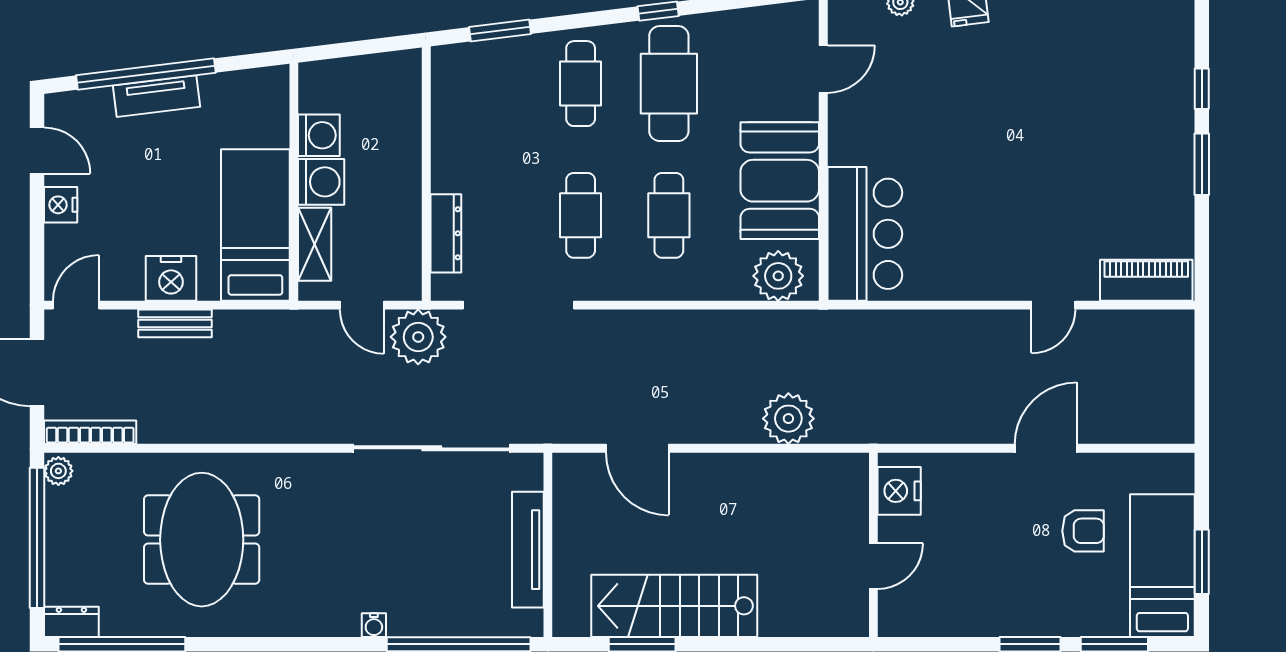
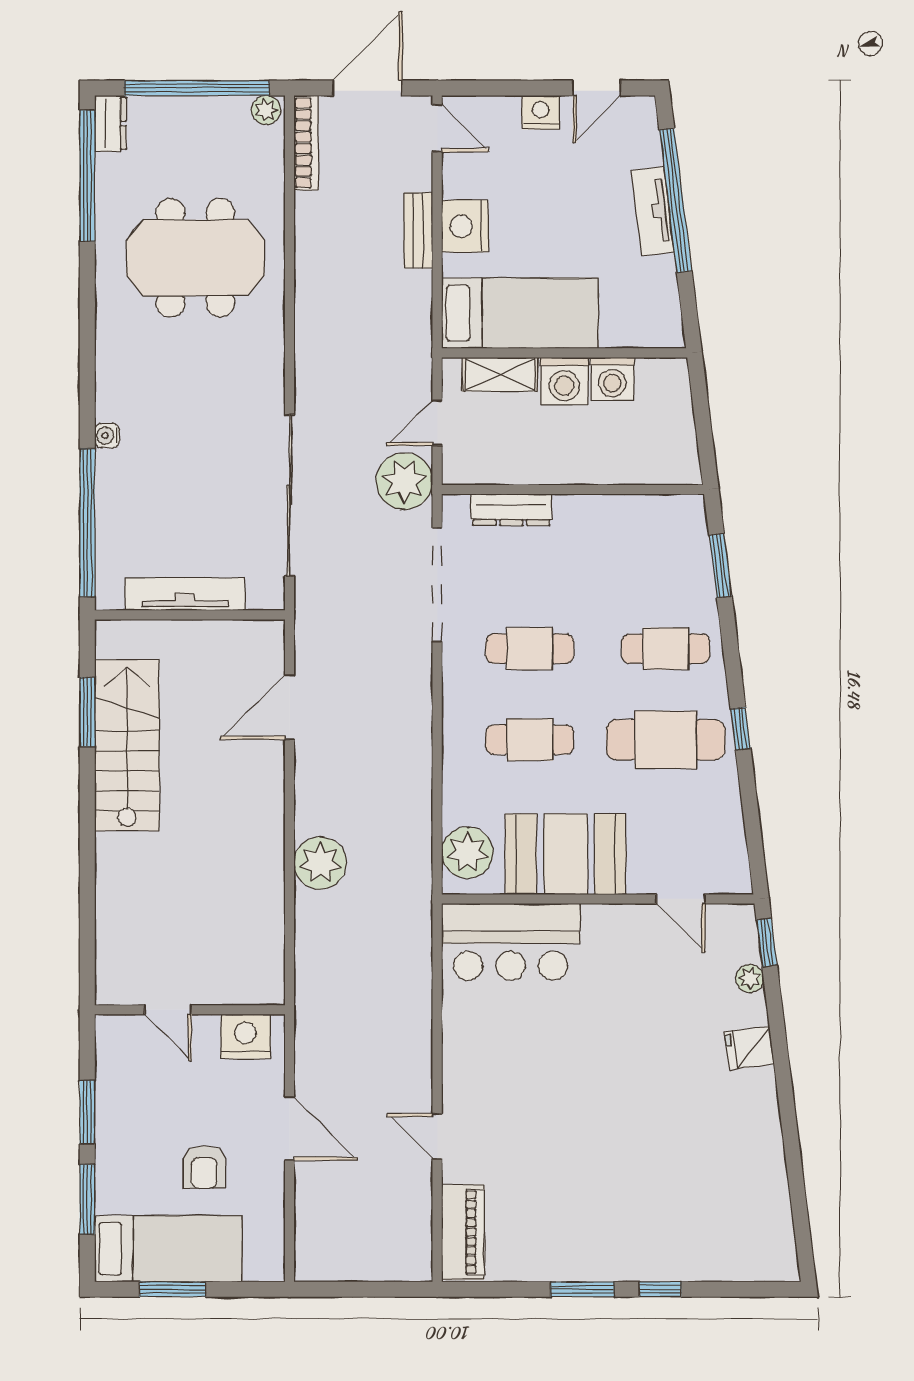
nightstand: (899, 491) -> (246, 1036), moved
wall: (873, 545) -> (190, 1010), moved
door: (873, 566) -> (168, 1010), moved

